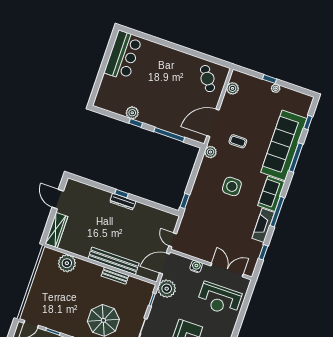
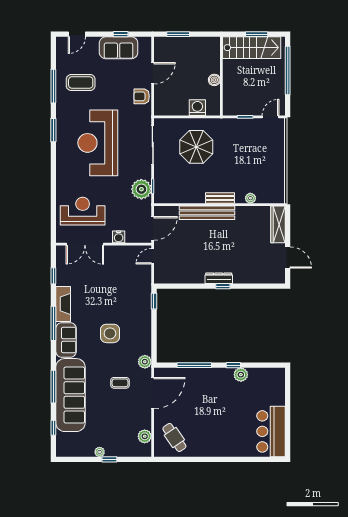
door: (173, 240) -> (153, 256), swing flipped
plant: (67, 263) -> (250, 198), width x0.53, depth x0.53
bench: (115, 276) -> (220, 198), moved
plant: (167, 289) -> (141, 189), moved

